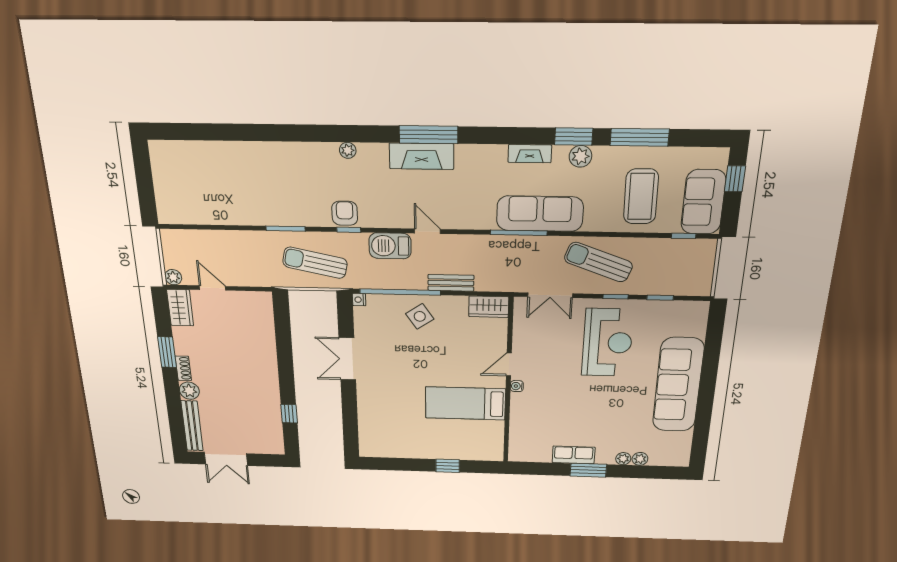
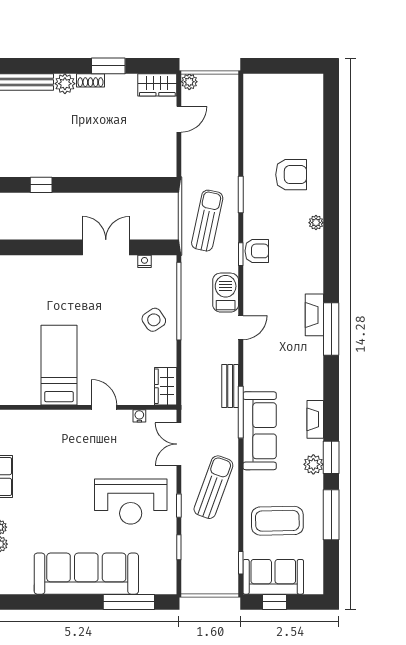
plant: (348, 150) -> (316, 223), moved
fireplace: (422, 156) -> (314, 315), width x0.73, depth x0.76
armchair: (260, 176) -> (291, 175), added
window: (735, 179) -> (275, 602), moved
bench: (451, 283) -> (230, 386), moved
nightstand: (359, 300) -> (145, 261), moved
window: (713, 347) -> (129, 602), added
water cooler: (517, 386) -> (139, 416), moved

